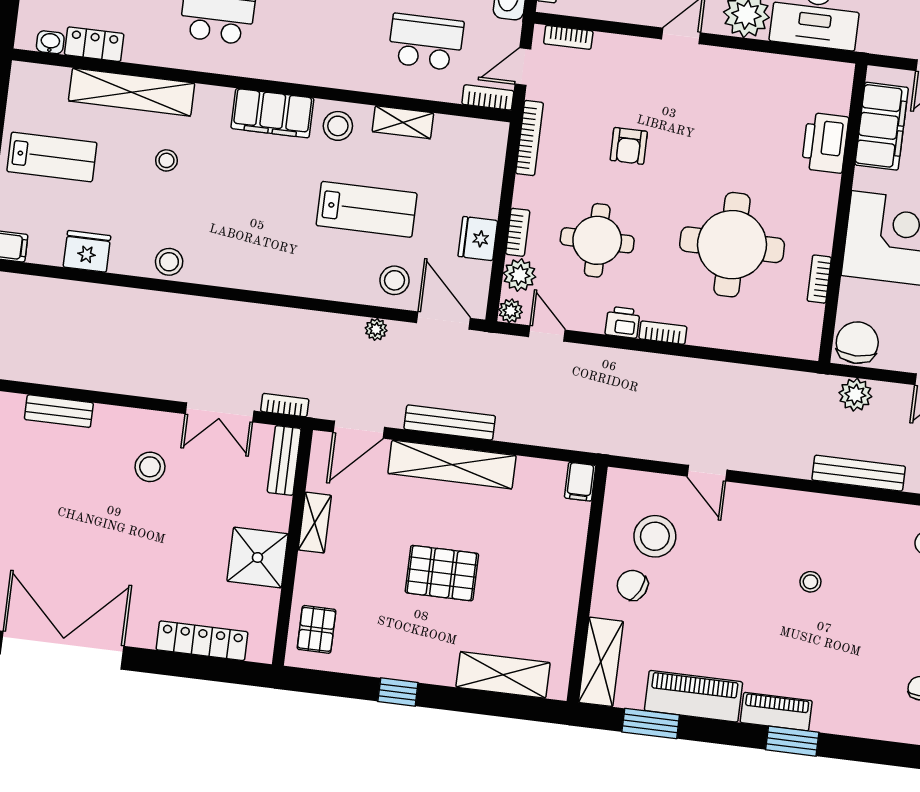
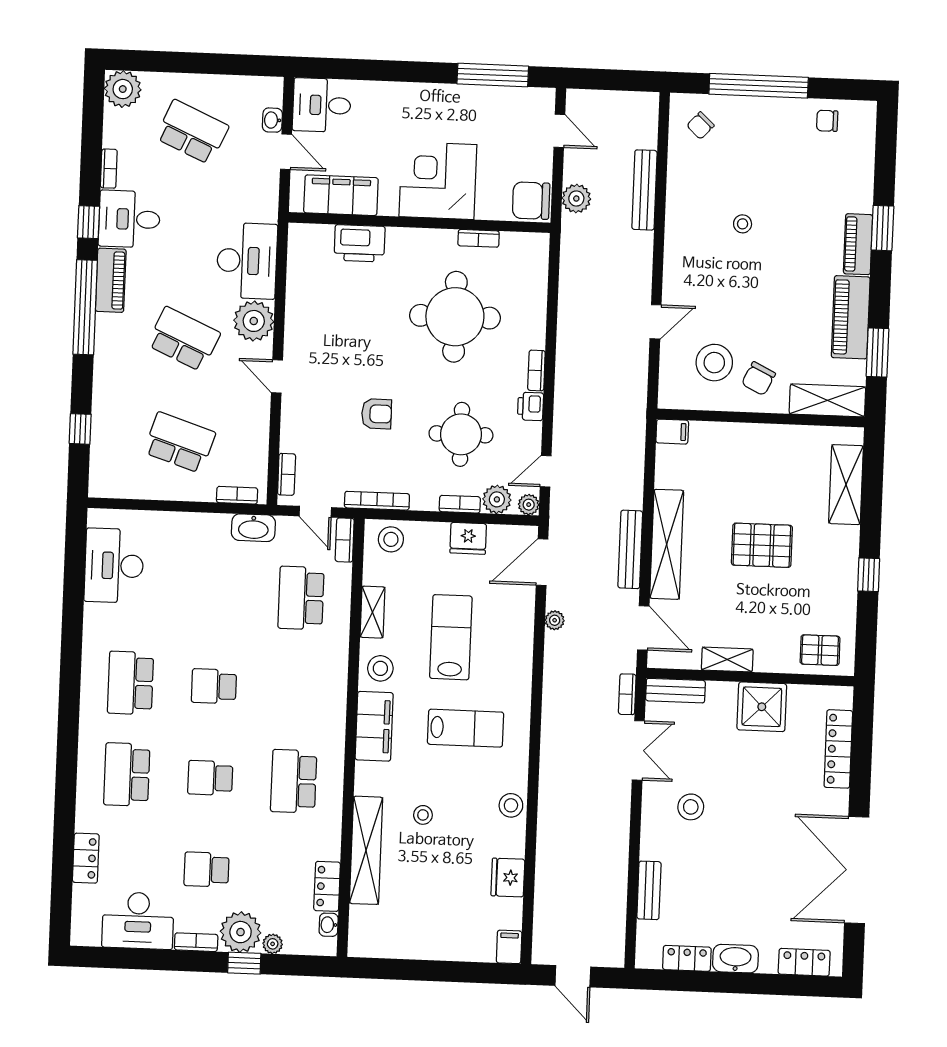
lab bench: (52, 157) -> (466, 728), moved, turned 90
stool: (394, 280) -> (391, 539), moved
pallet: (442, 573) -> (762, 545), turned 90

